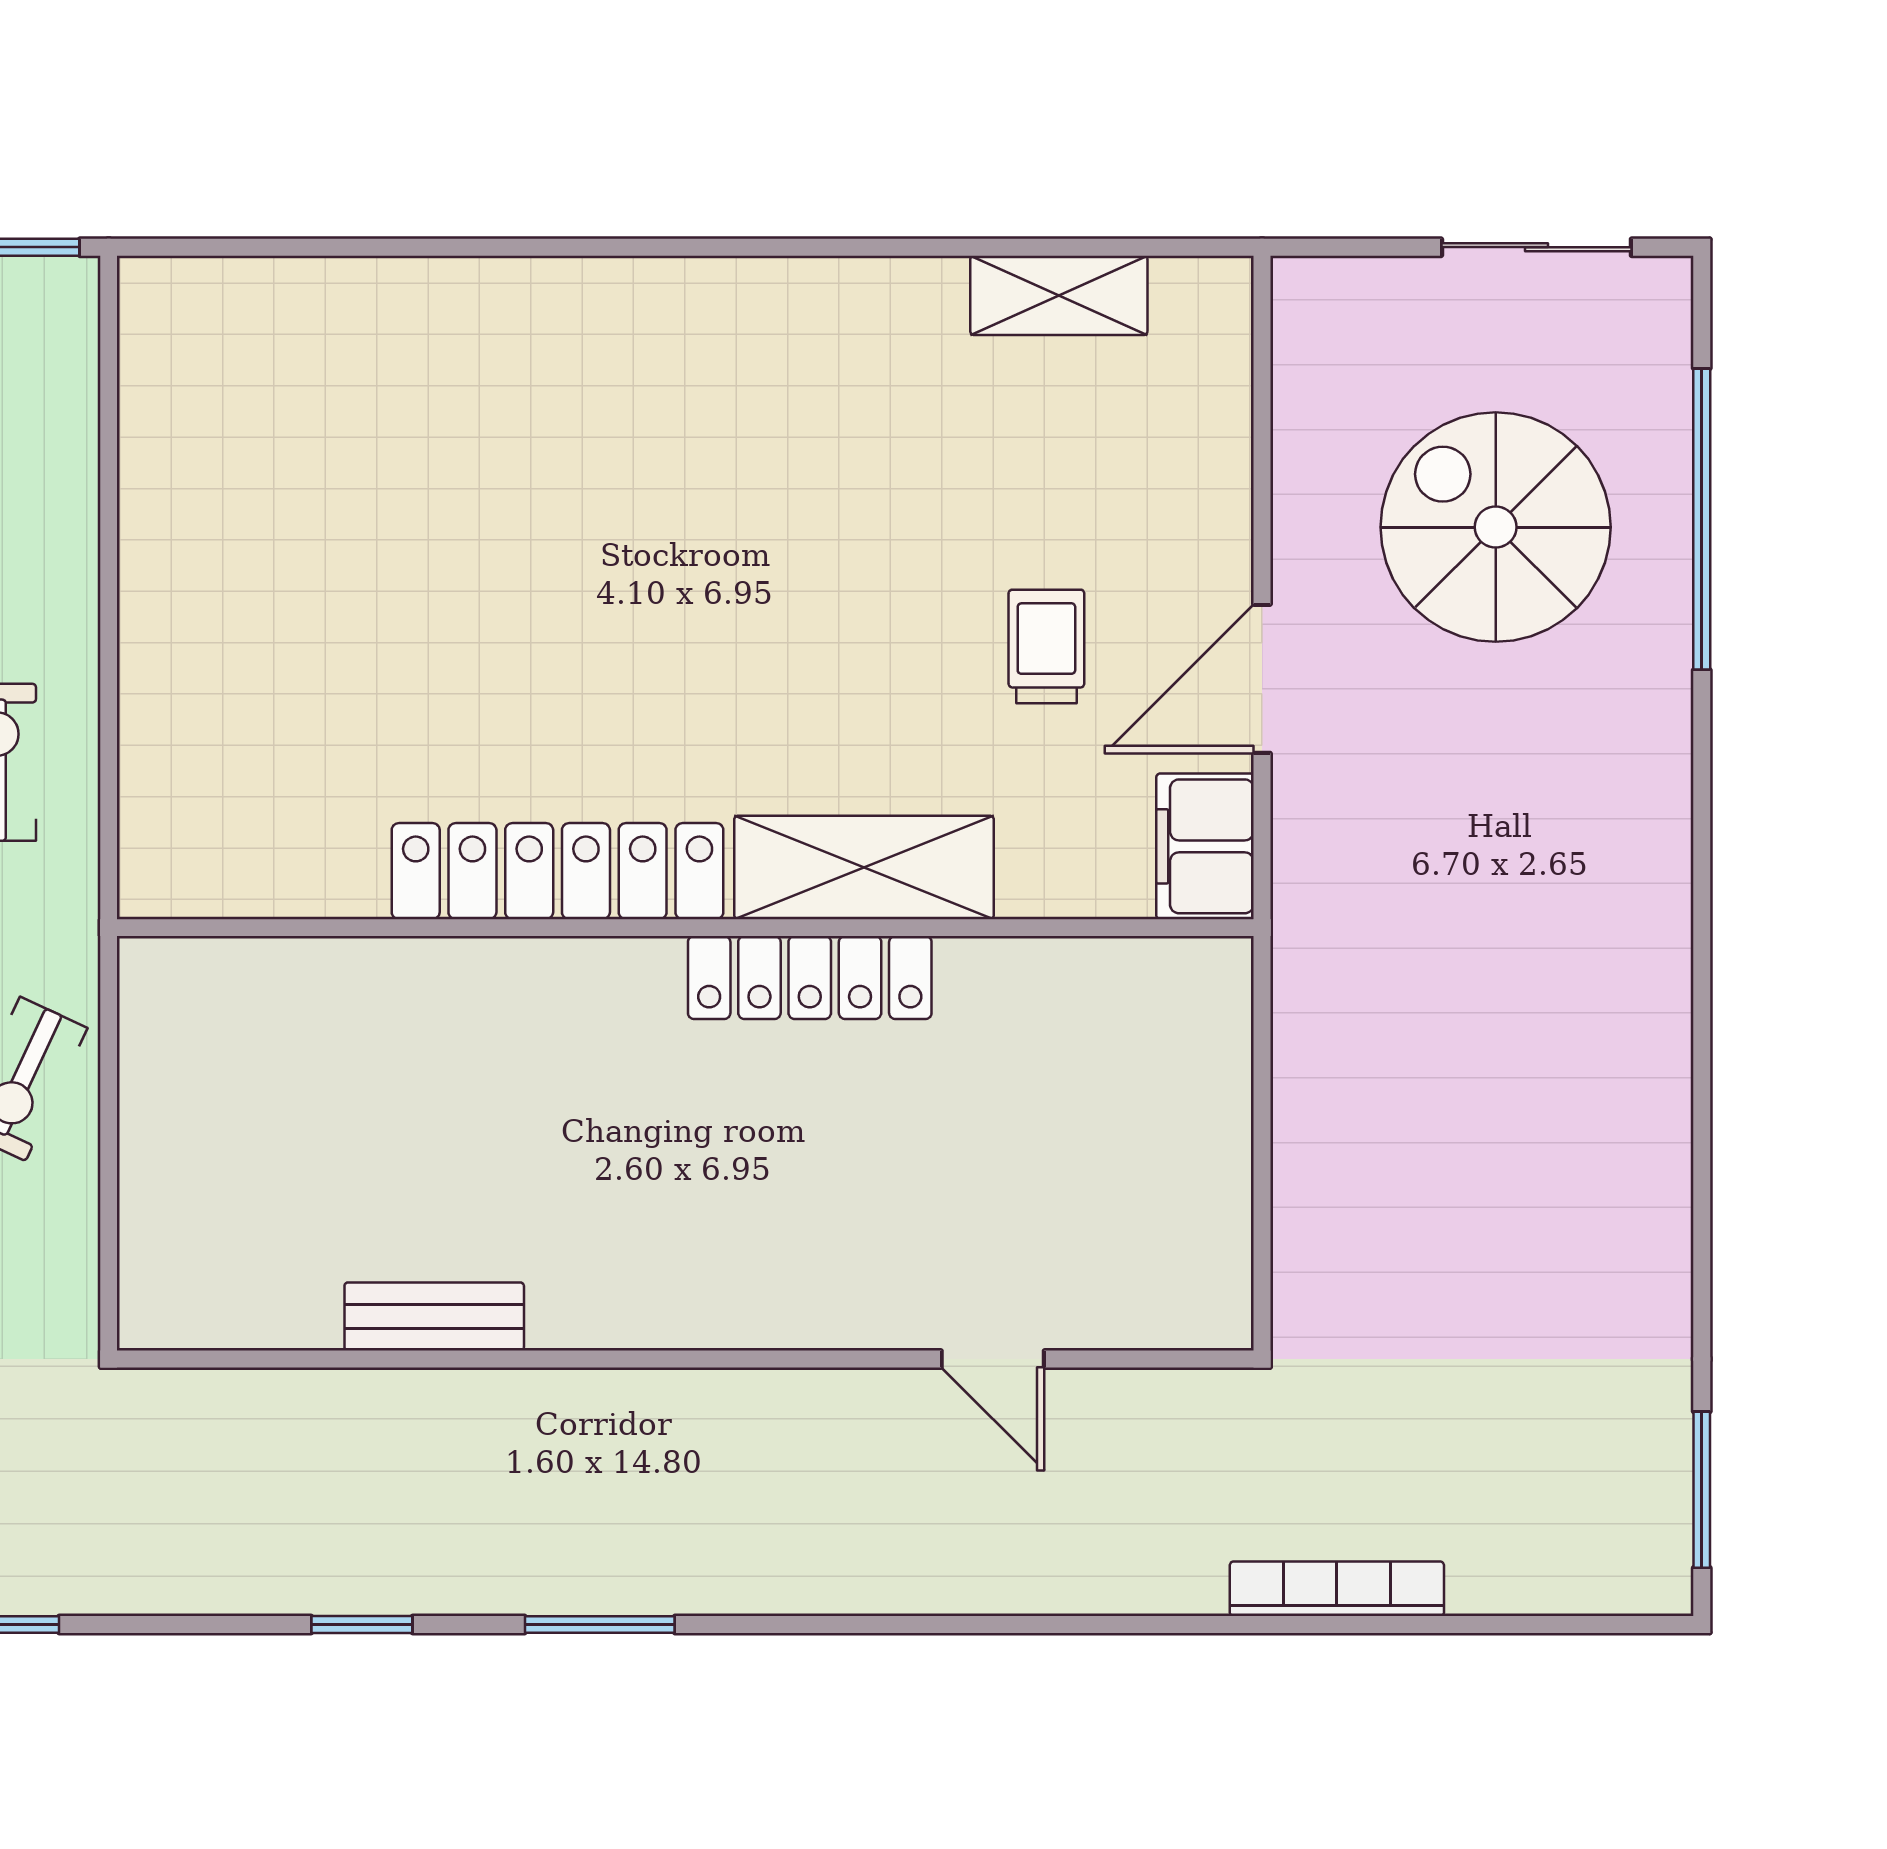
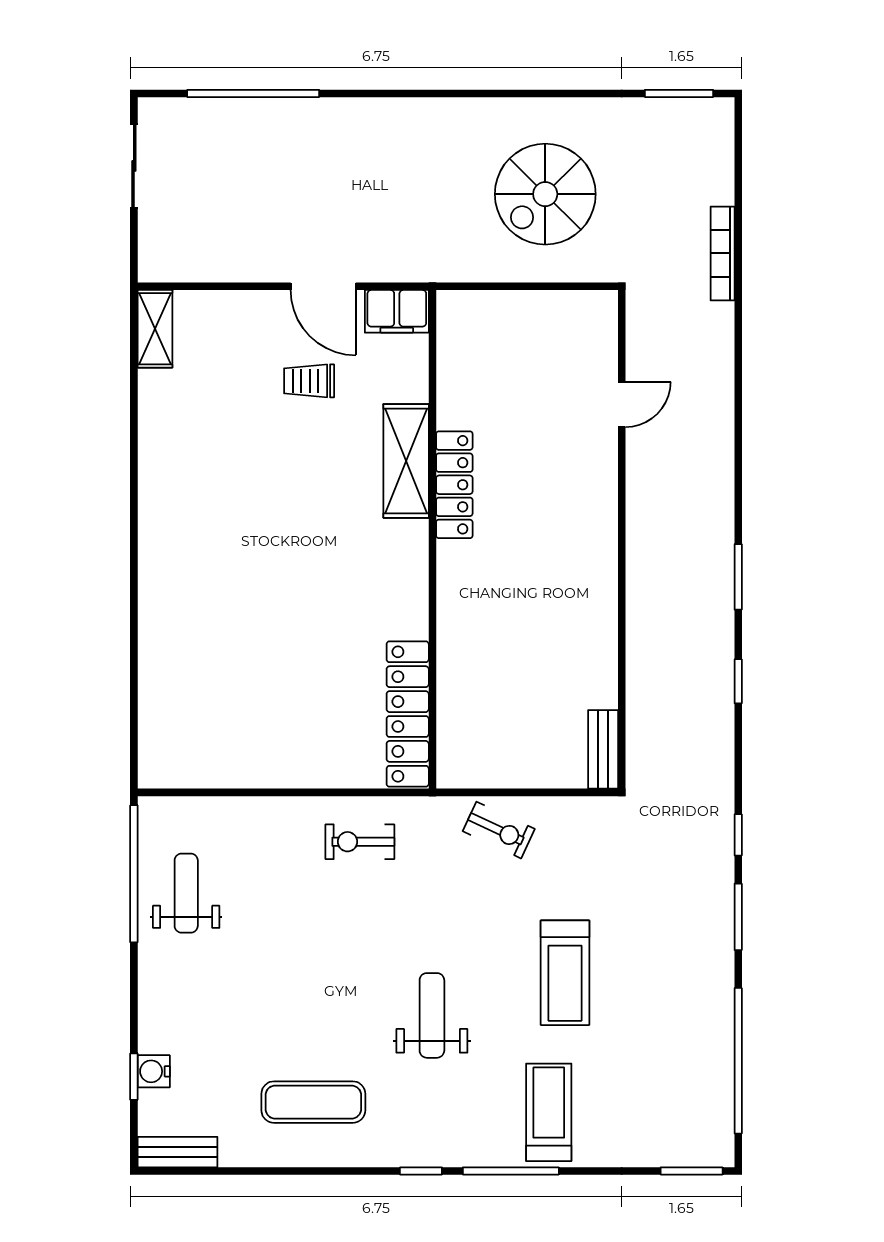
shelving: (1059, 295) -> (155, 329), moved
spiral stairs: (1496, 527) -> (545, 194), moved
locker: (558, 871) -> (408, 714), moved
bench: (434, 1317) -> (603, 749), moved

